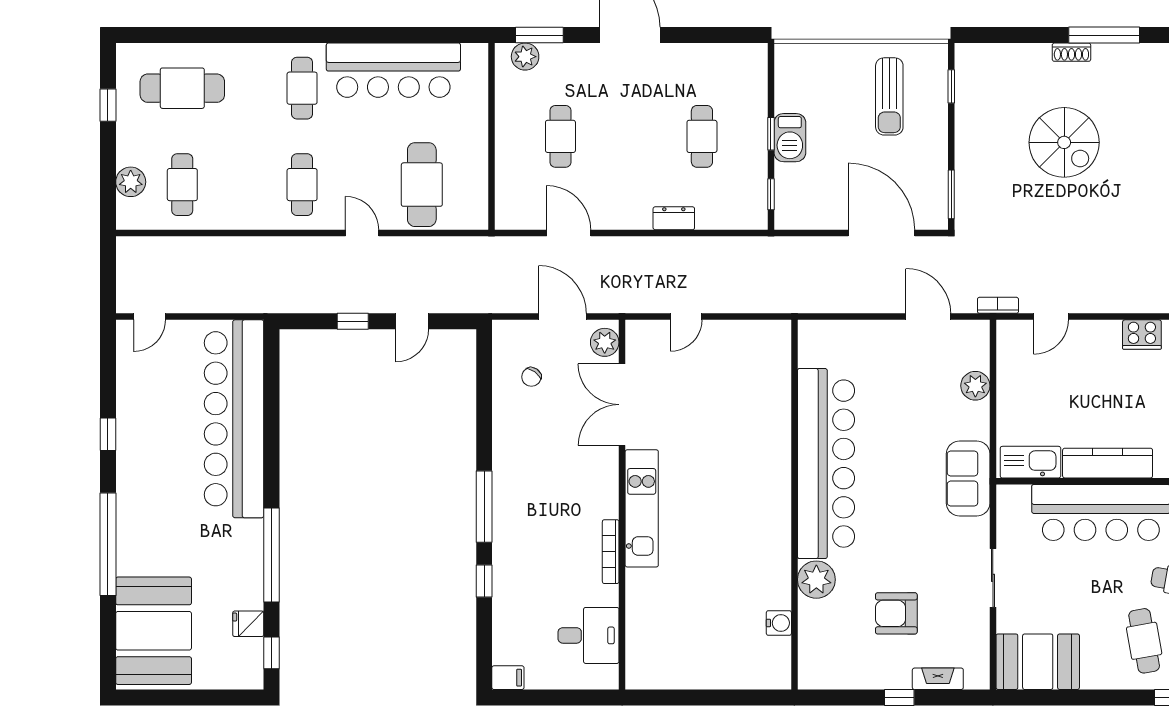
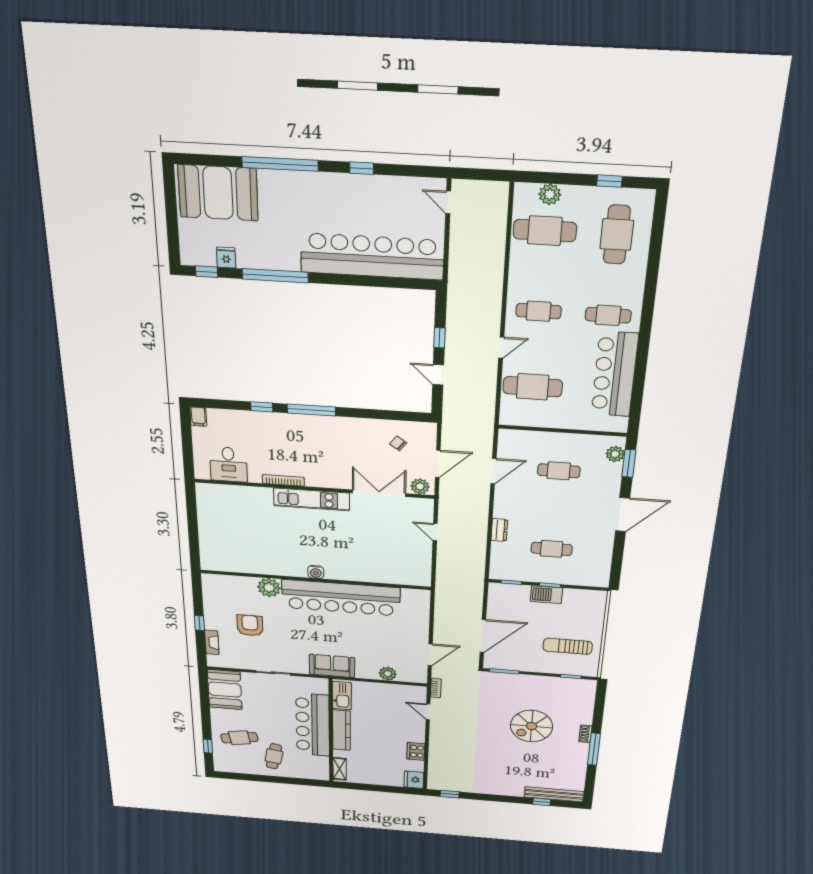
cafe table: (182, 185) -> (545, 231), width x1.37, depth x1.35
water cooler: (779, 623) -> (316, 572), moved

